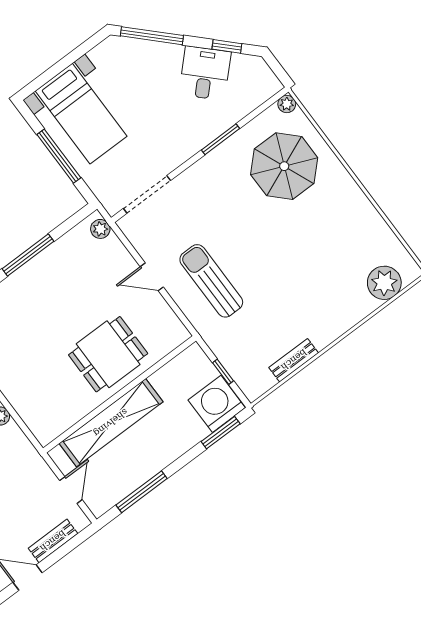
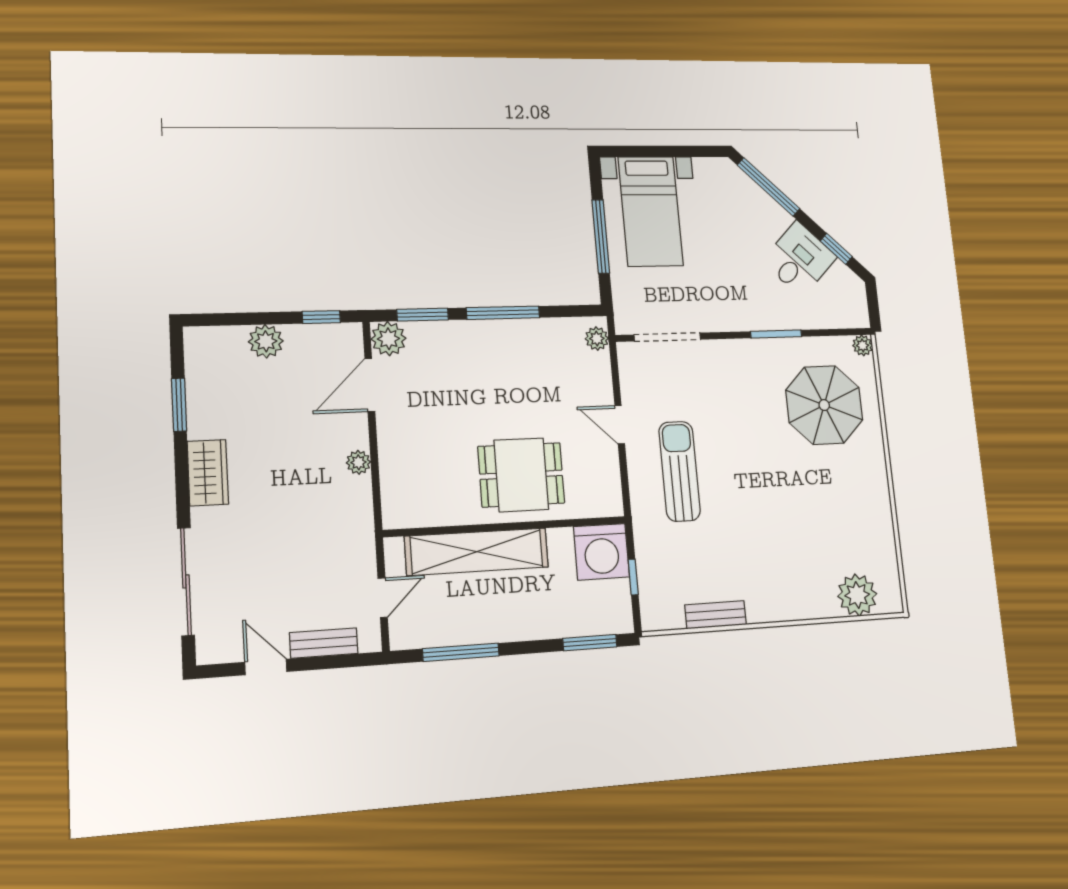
washing machine: (217, 404) -> (601, 552), moved, turned 180

